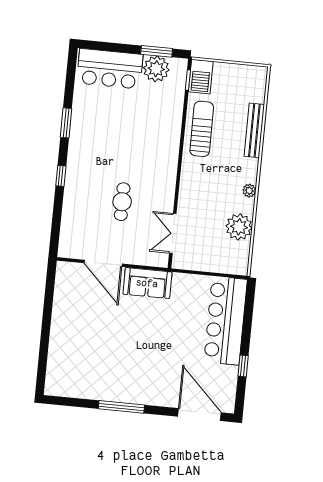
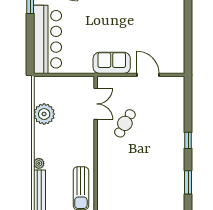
plant: (249, 191) -> (39, 163), moved
cafe table: (122, 202) -> (125, 123), moved, turned 30
door: (103, 263) -> (148, 75), width x0.73

